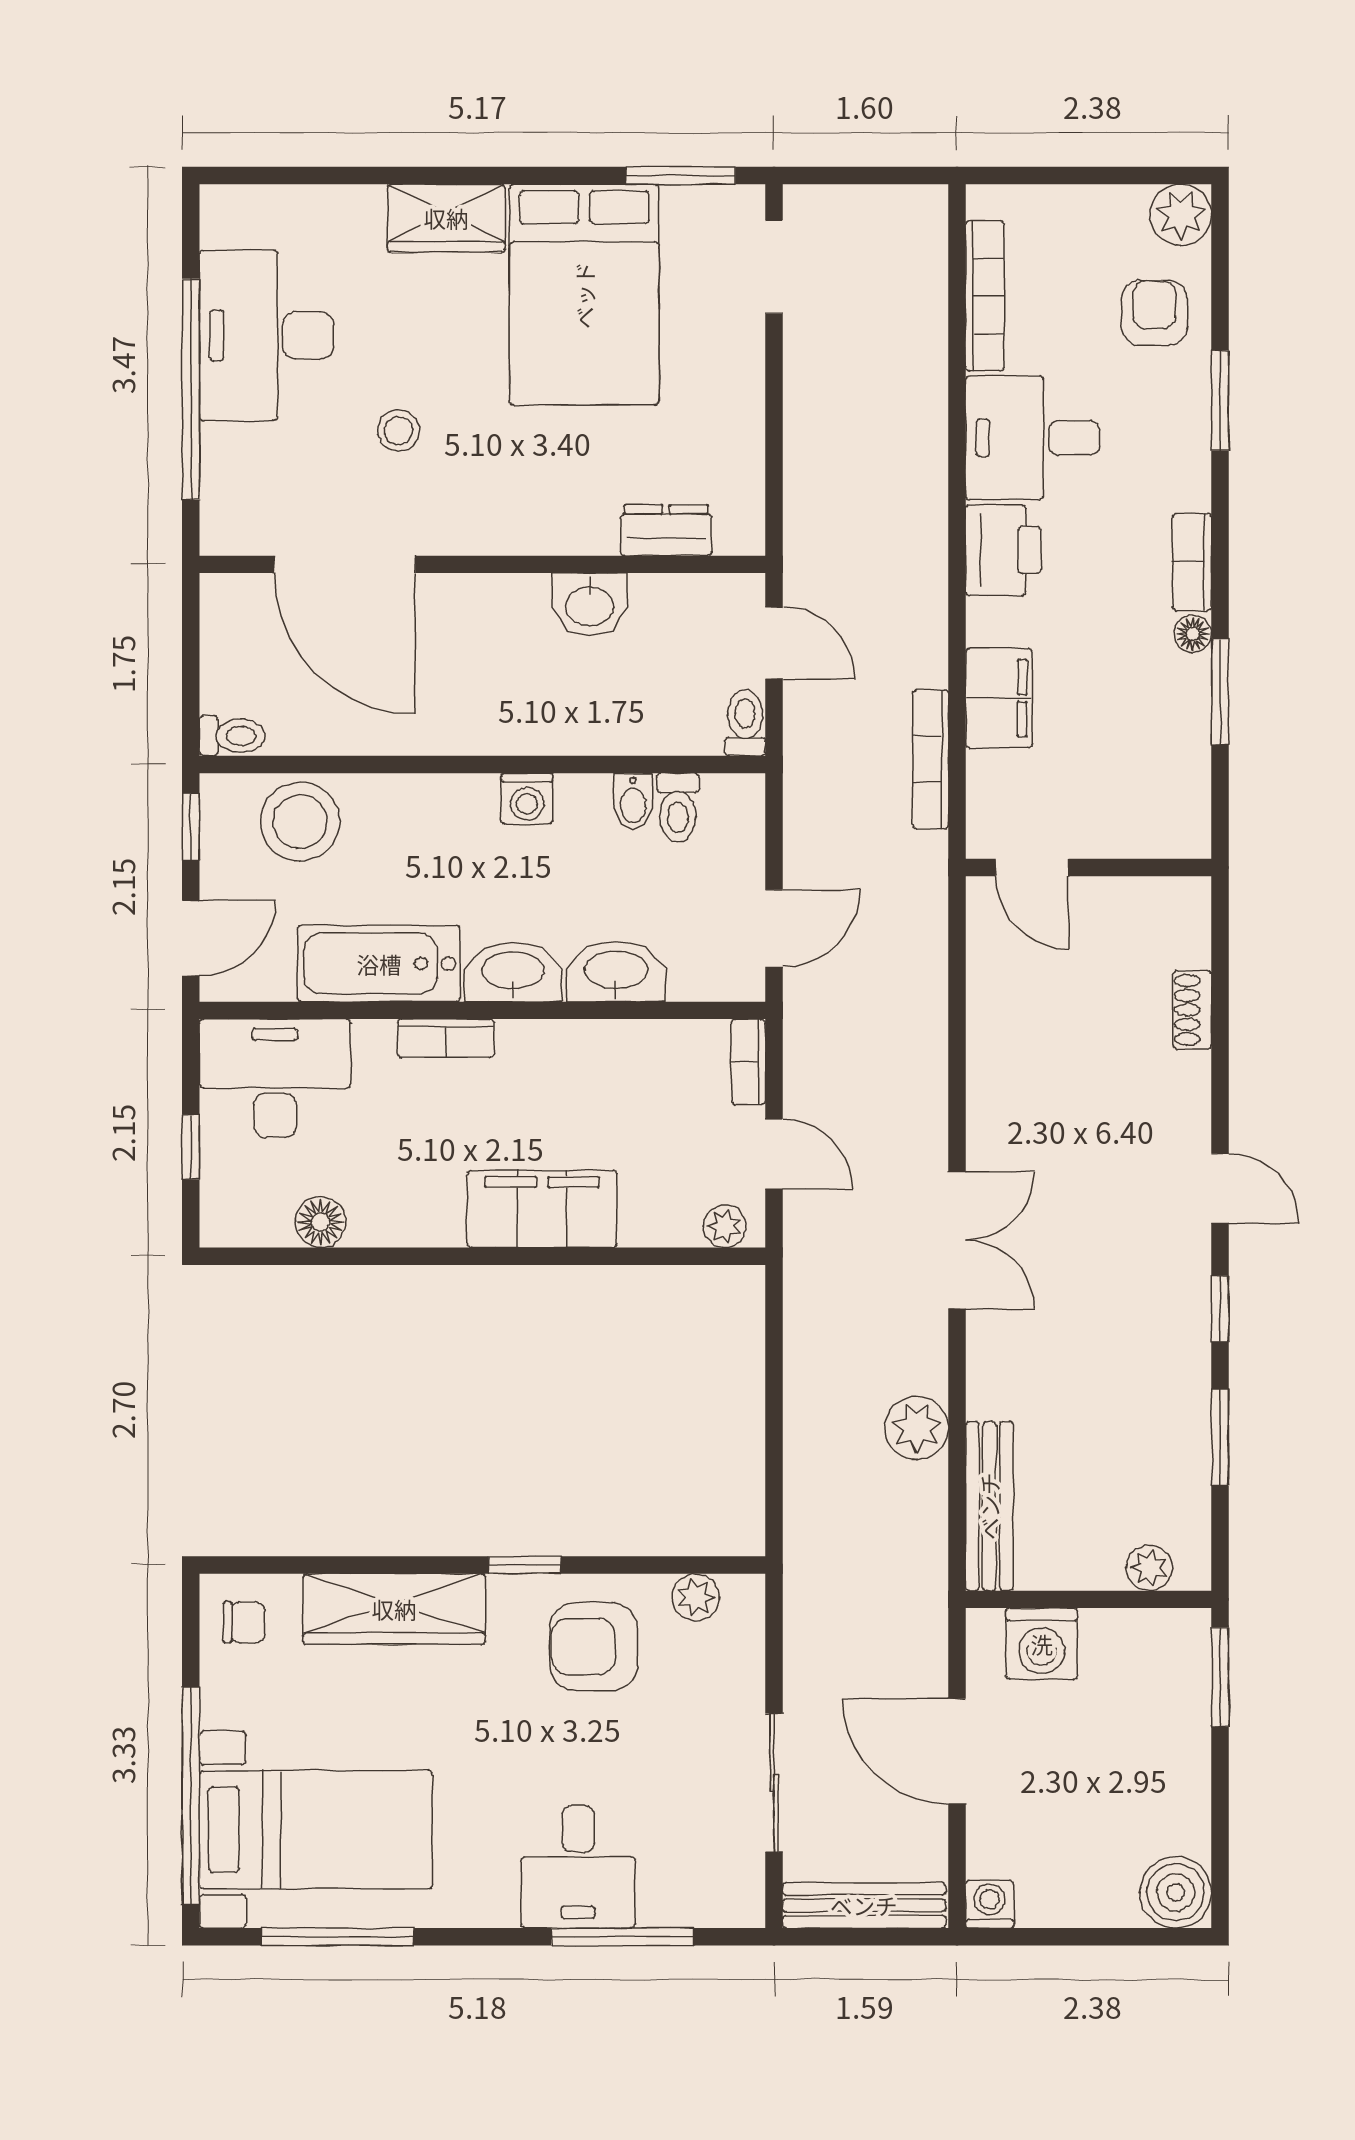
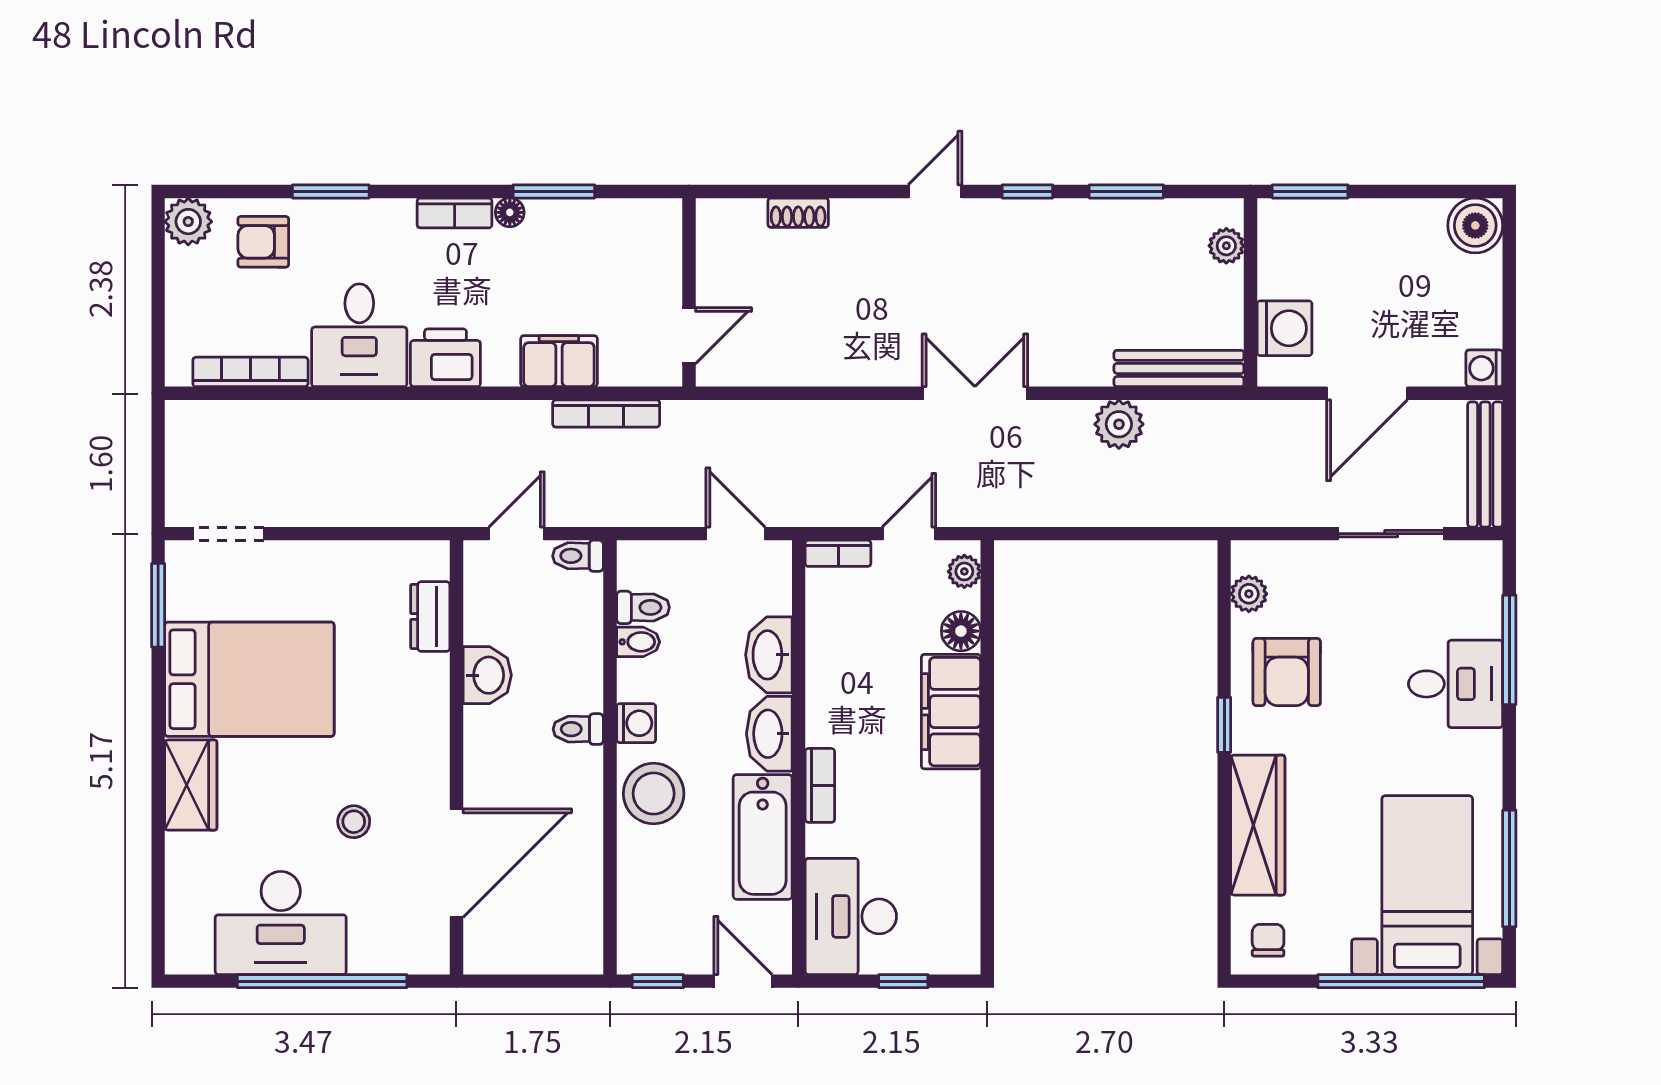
toilet: (232, 736) -> (578, 729), moved, turned -90
stool: (300, 822) -> (654, 794), moved
floor lamp: (321, 1222) -> (961, 631), moved

